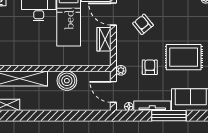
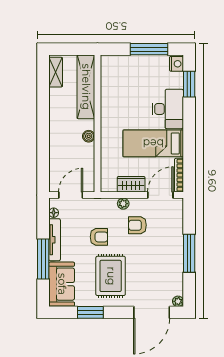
armchair: (143, 24) -> (137, 225), moved, turned -141
plant: (121, 70) -> (123, 204), moved
boiler: (67, 81) -> (89, 136), width x0.54, depth x0.54

